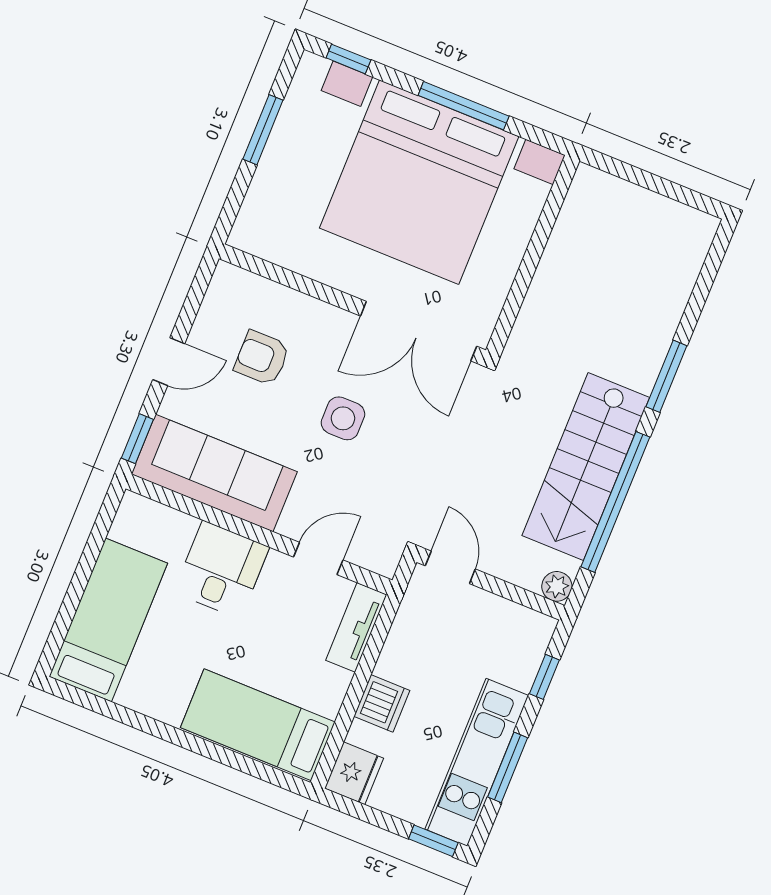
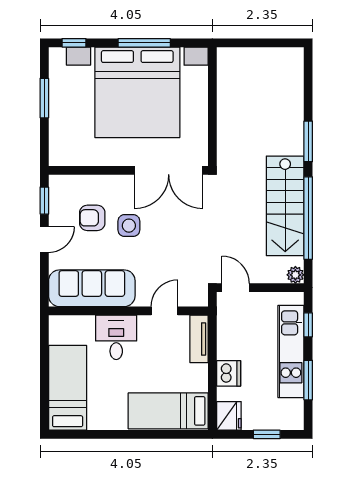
side table: (343, 418) -> (129, 226), moved
window: (137, 439) -> (44, 201), moved
kitchen unit: (477, 762) -> (291, 351), moved
window: (433, 841) -> (267, 434), moved

